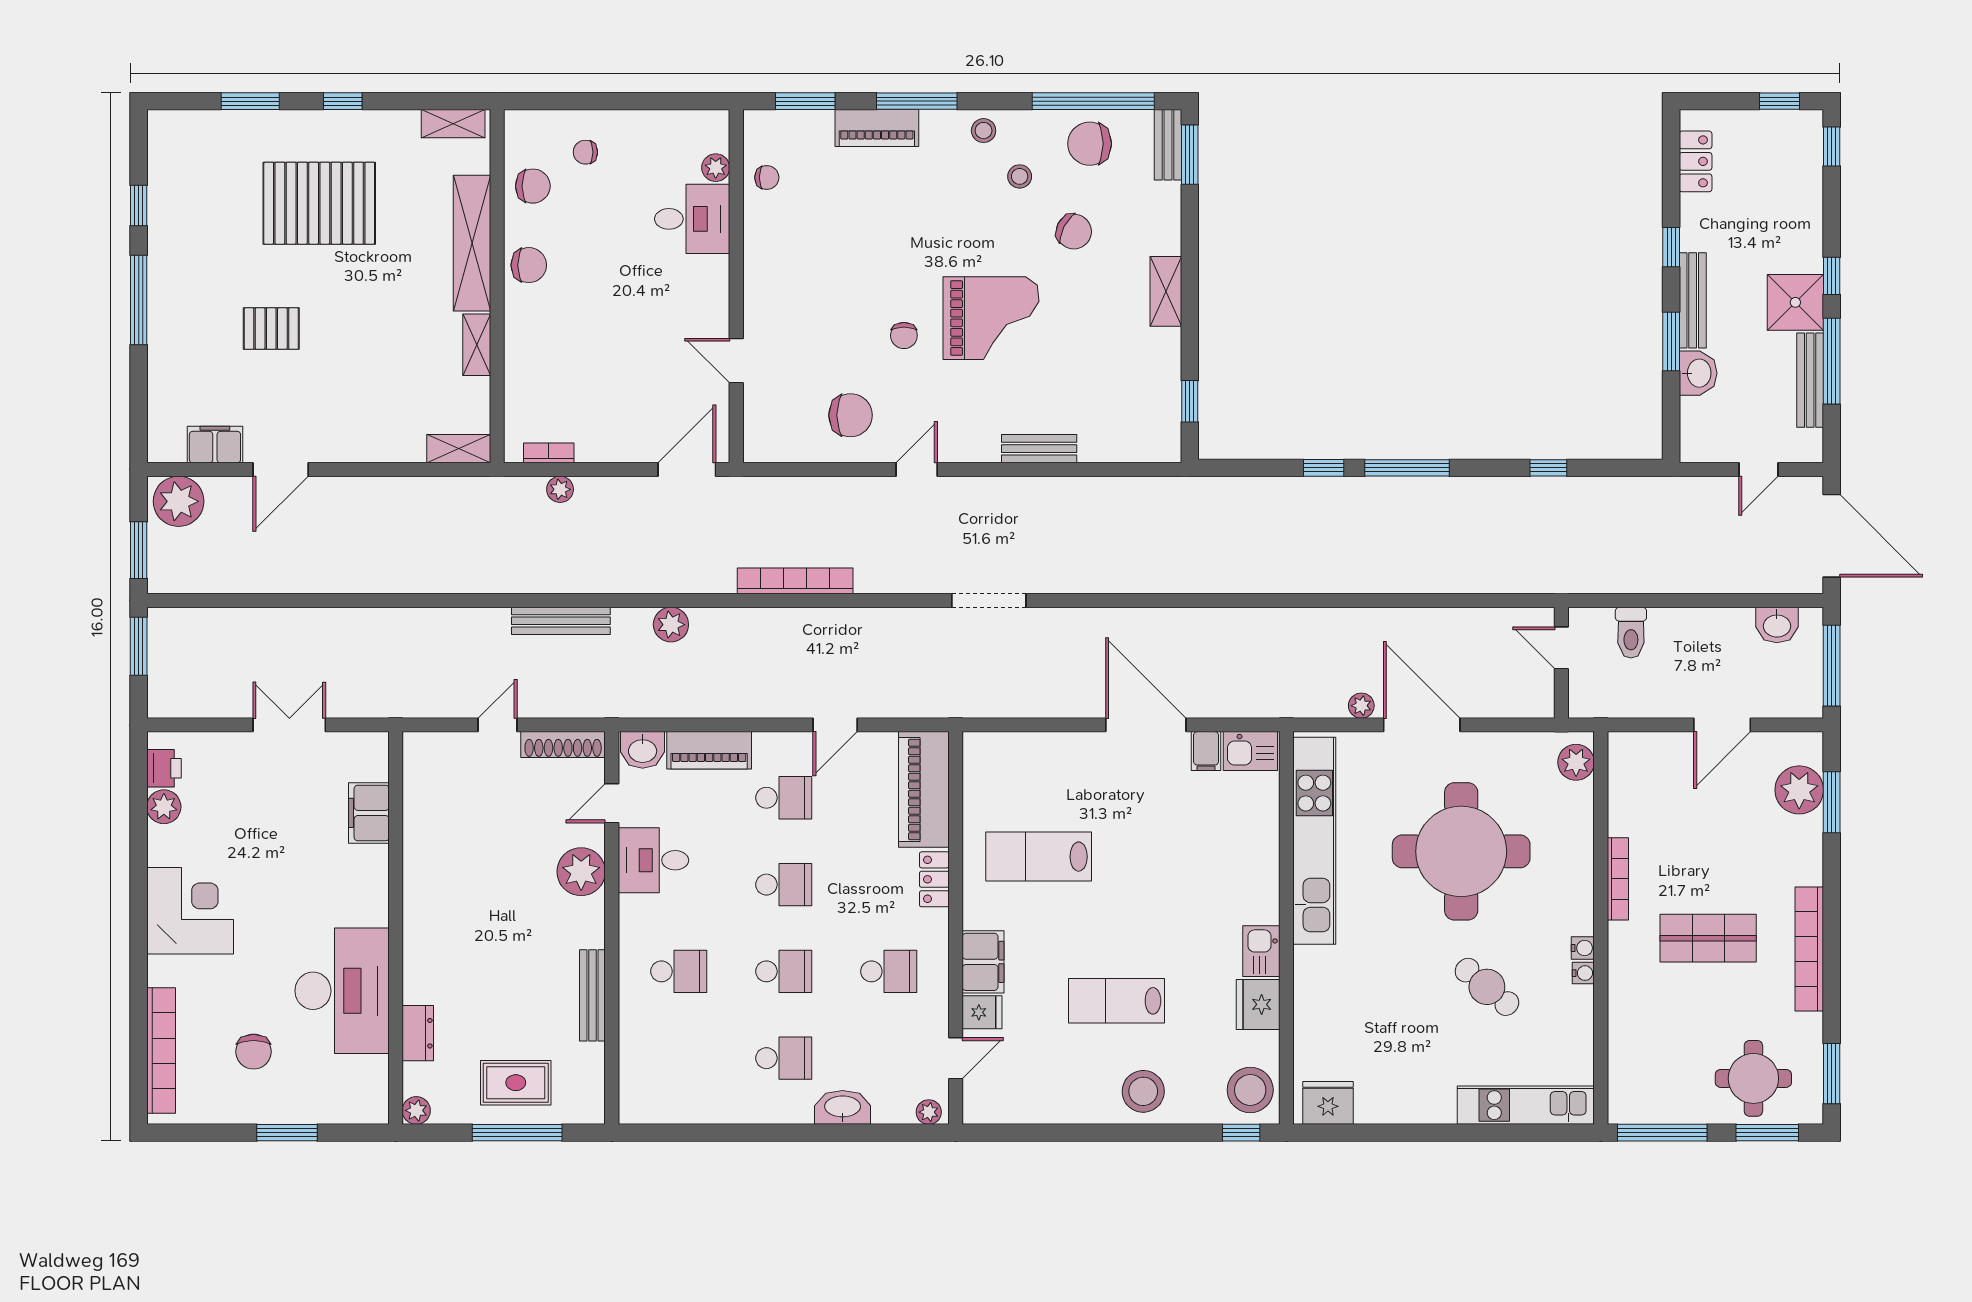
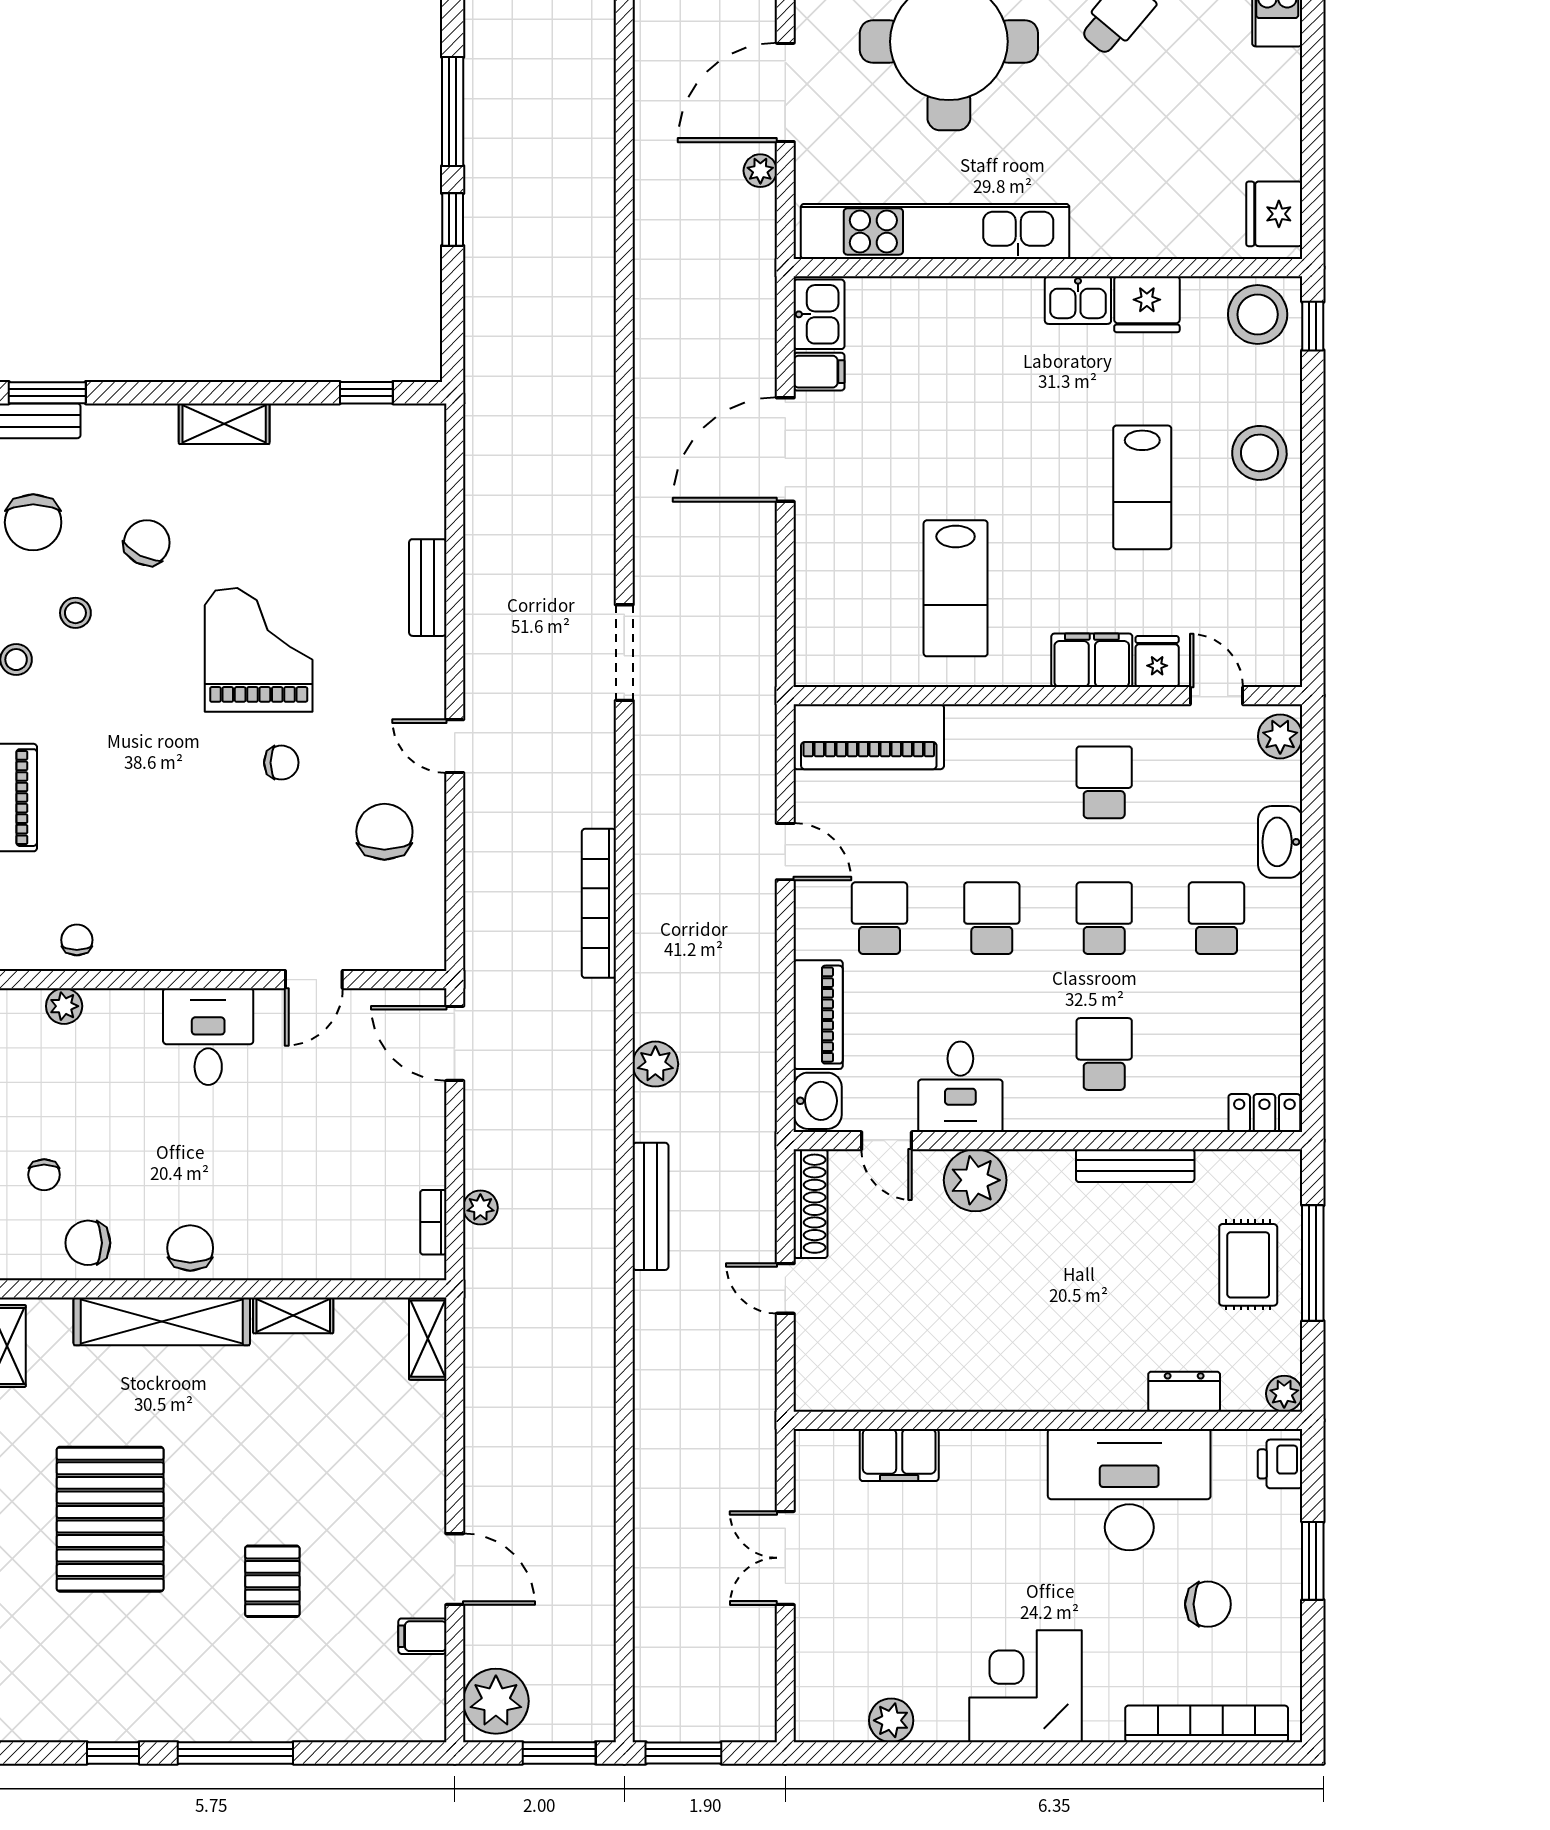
chair: (533, 186) -> (88, 1243), turned -90
desk: (692, 219) -> (208, 1037), moved
filing cabinet: (215, 445) -> (422, 1636), width x0.50
printer: (164, 768) -> (1280, 1464), moved, turned -90
locker: (934, 879) -> (1264, 1113), moved, turned 180
plant: (929, 1112) -> (1280, 736), width x1.38, depth x1.38

